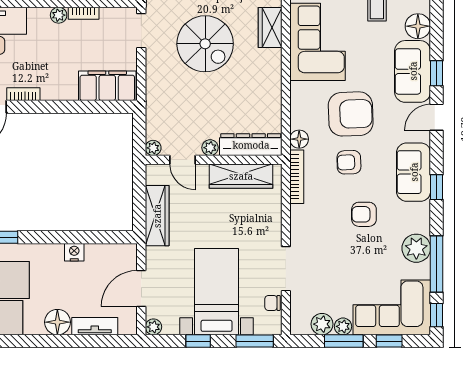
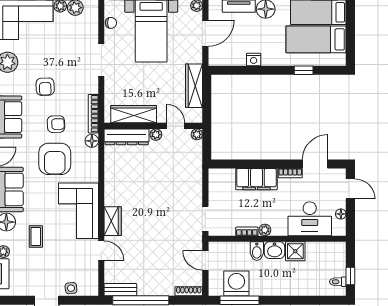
spiral stairs: (205, 44) -> (159, 209), removed
filing cabinet: (107, 86) -> (256, 179), moved
armchair: (351, 114) -> (55, 159), turned -88
armchair: (364, 214) -> (45, 87), turned 88
doorway: (286, 269) -> (101, 60), moved

